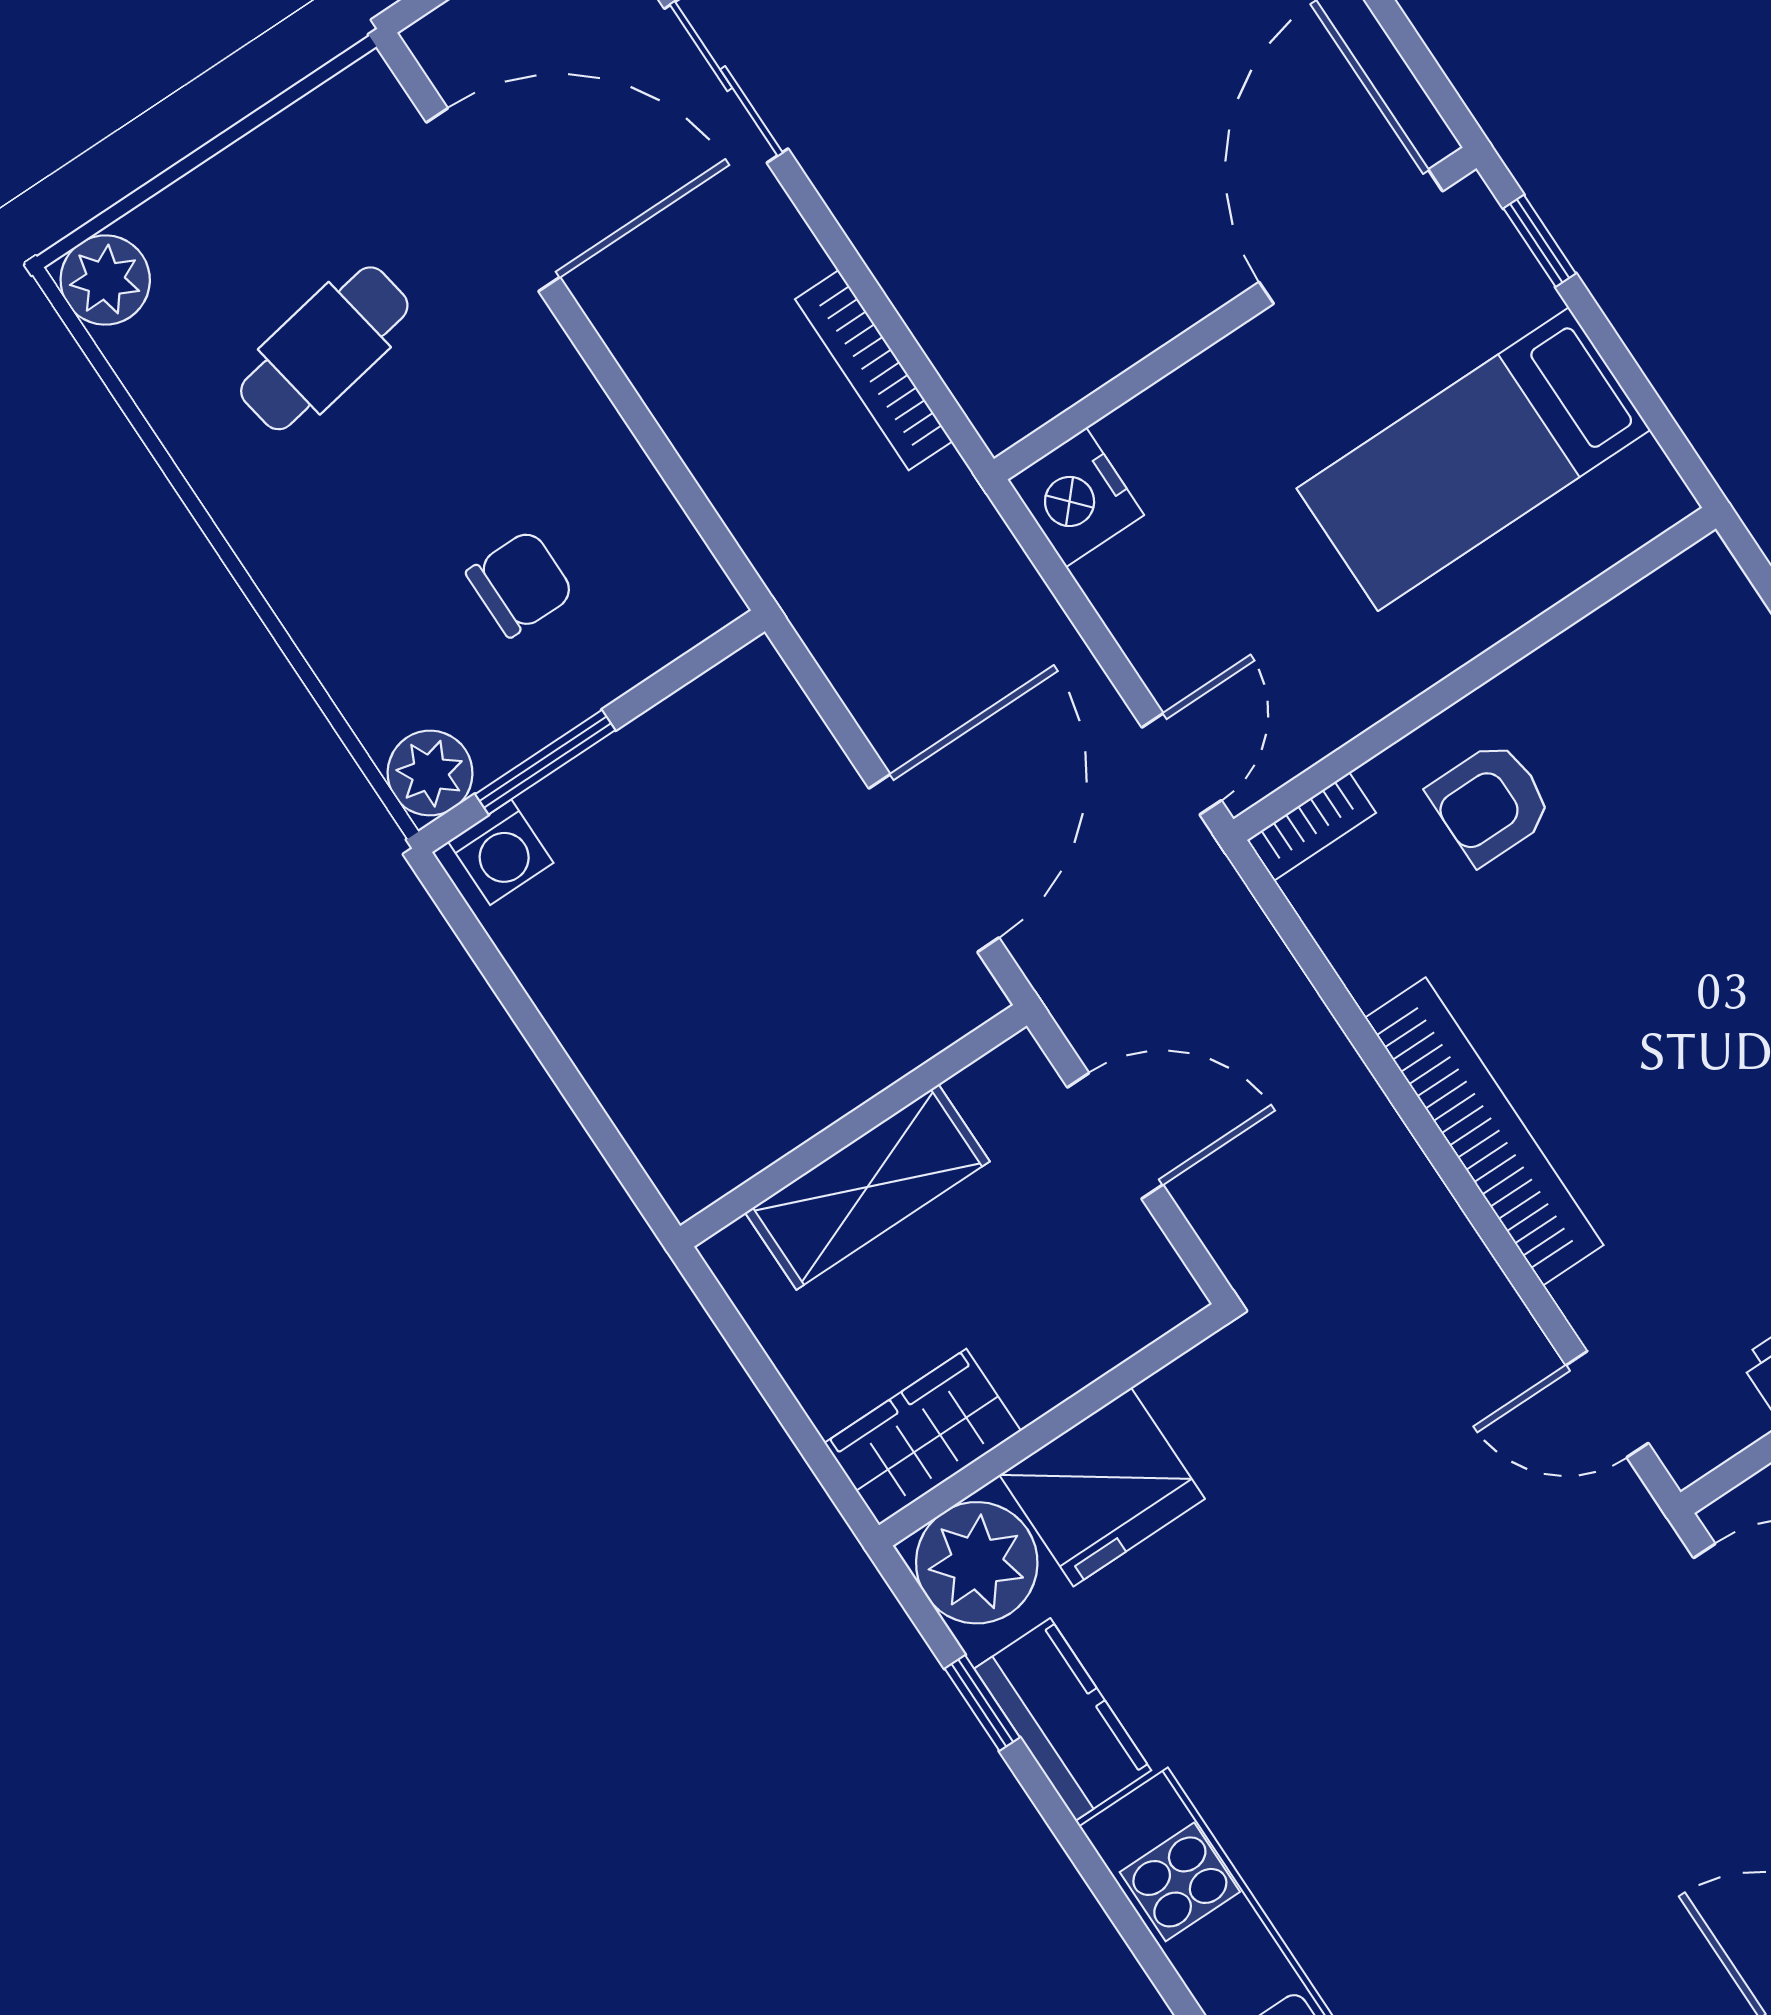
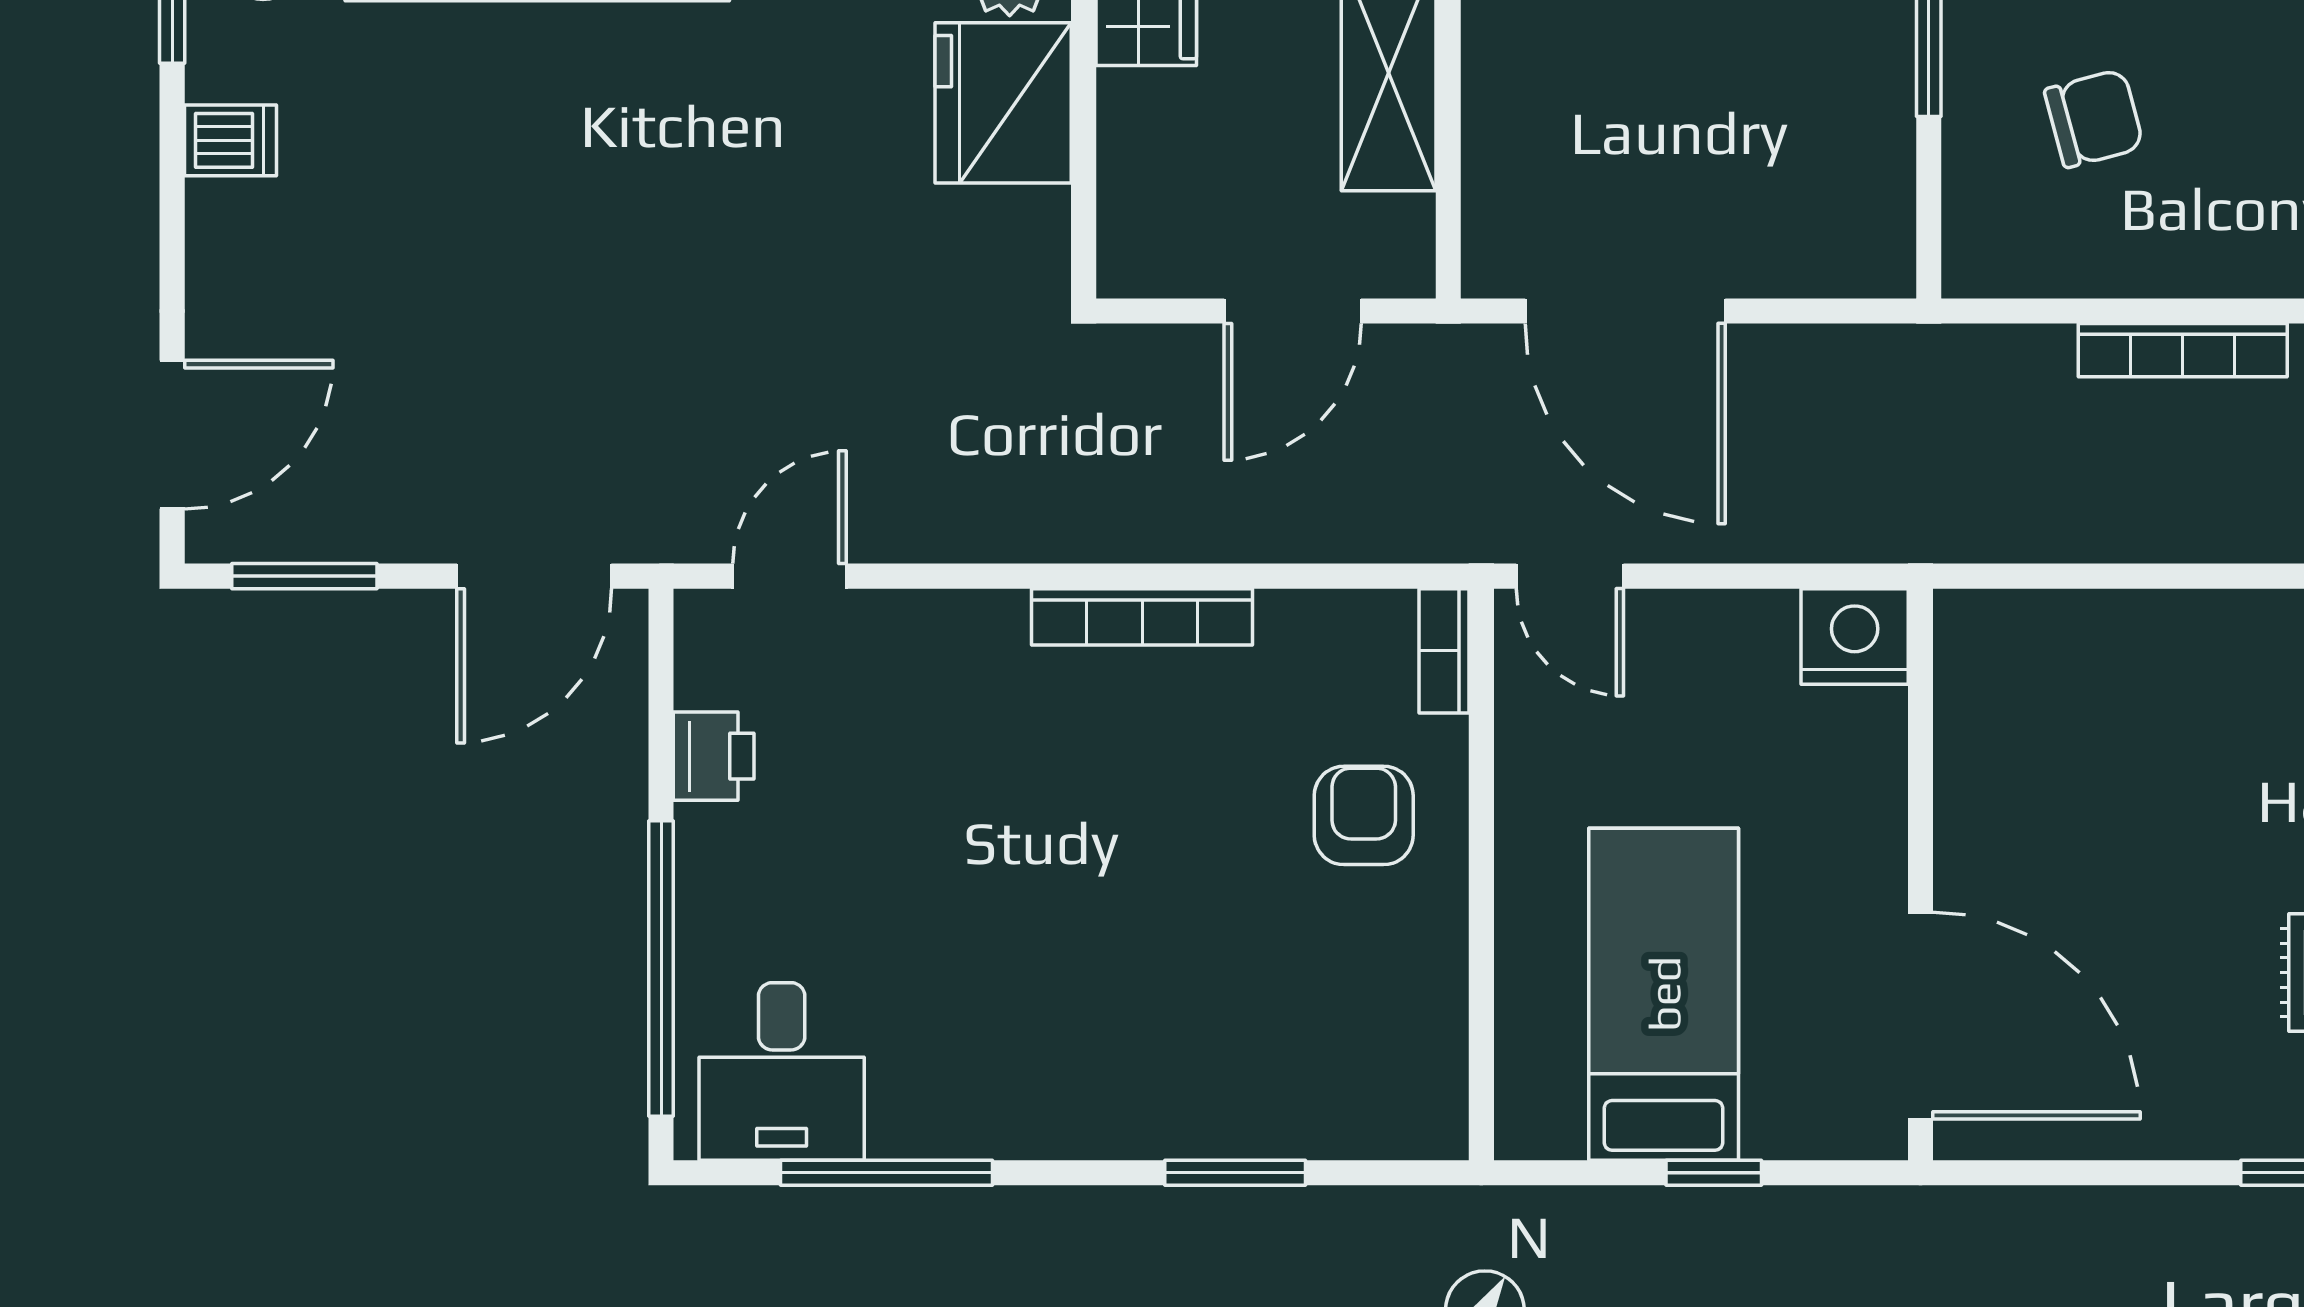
window: (1540, 241) -> (1714, 1173), moved
bookcase: (874, 370) -> (2183, 350), moved, turned 180
chair: (520, 583) -> (2094, 118), turned -105
bookcase: (1484, 1131) -> (1142, 617), width x0.68, depth x0.76

